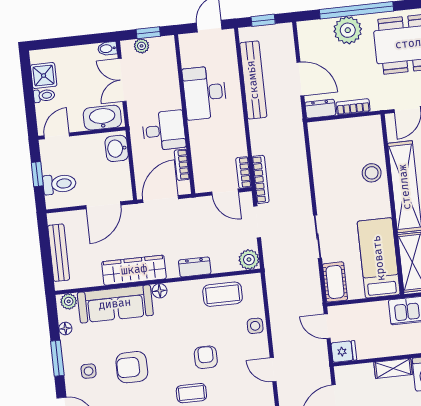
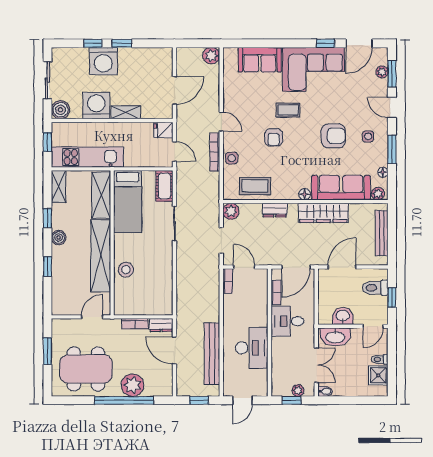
washbasin: (117, 148) -> (343, 316), moved, turned -90
bookcase: (261, 179) -> (215, 152), moved

